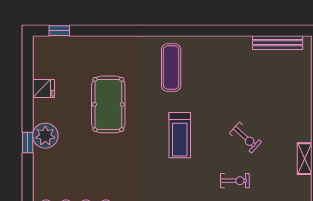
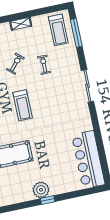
fridge: (44, 88) -> (11, 197), removed
treadmill: (180, 135) -> (23, 105), turned 90

